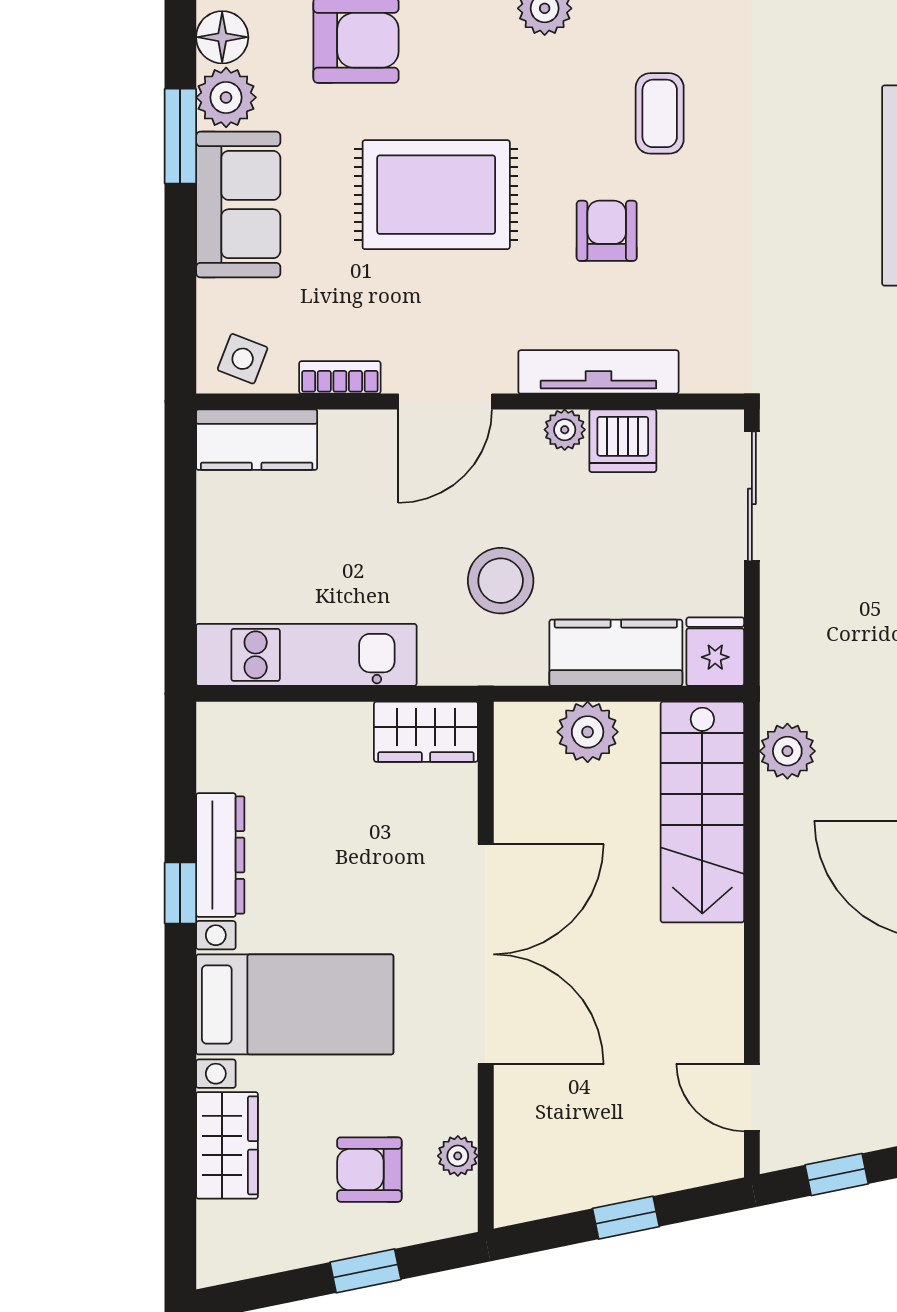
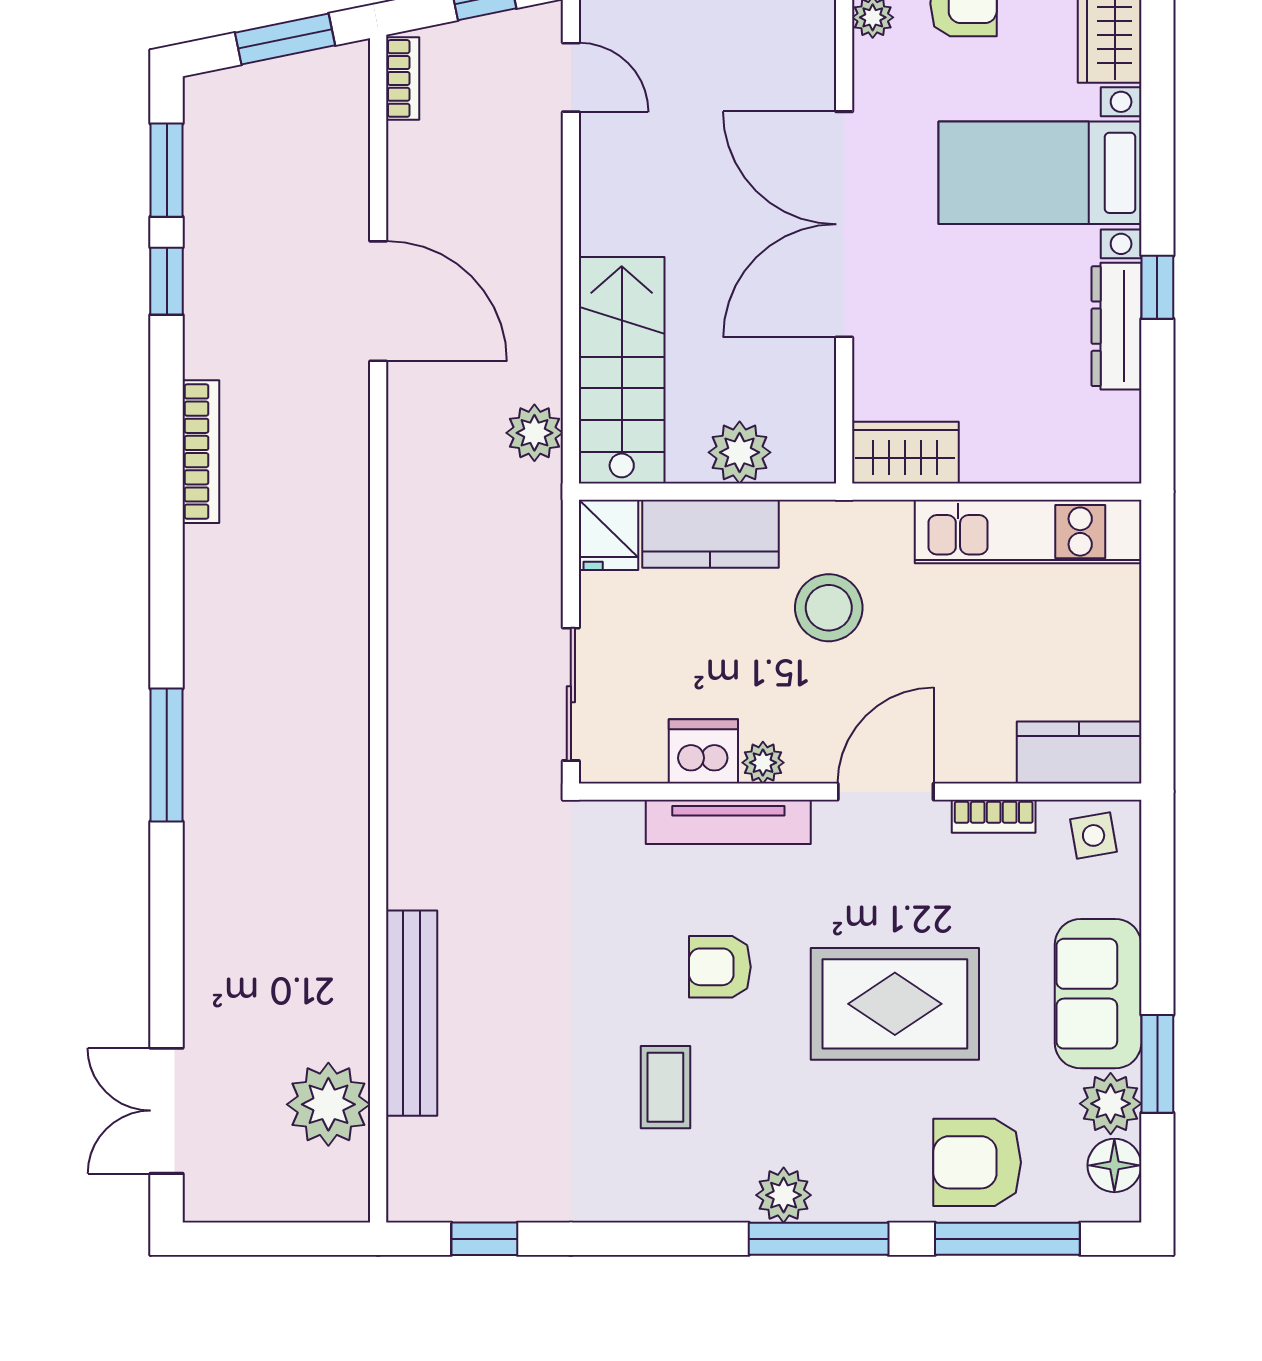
armchair: (607, 231) -> (720, 967), turned 90
side table: (243, 359) -> (1094, 835), turned -31

